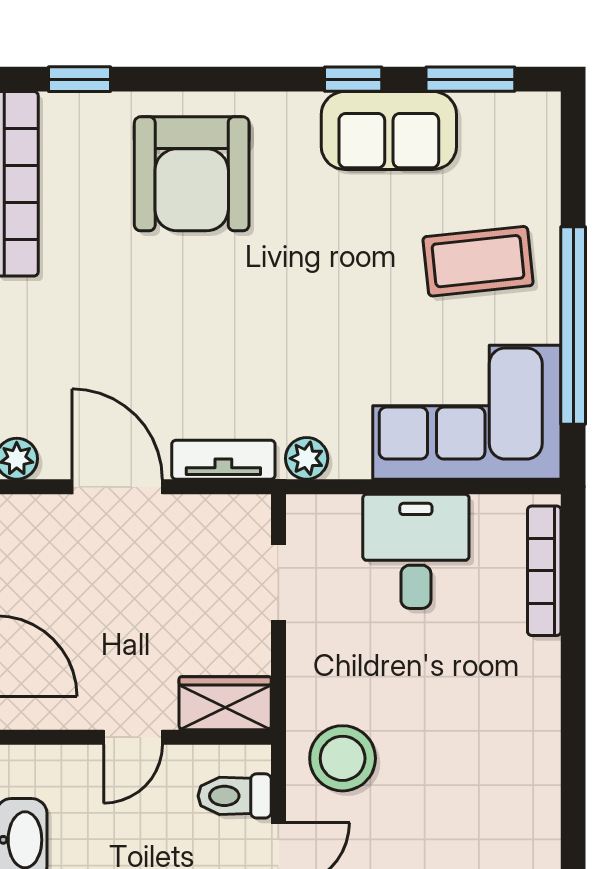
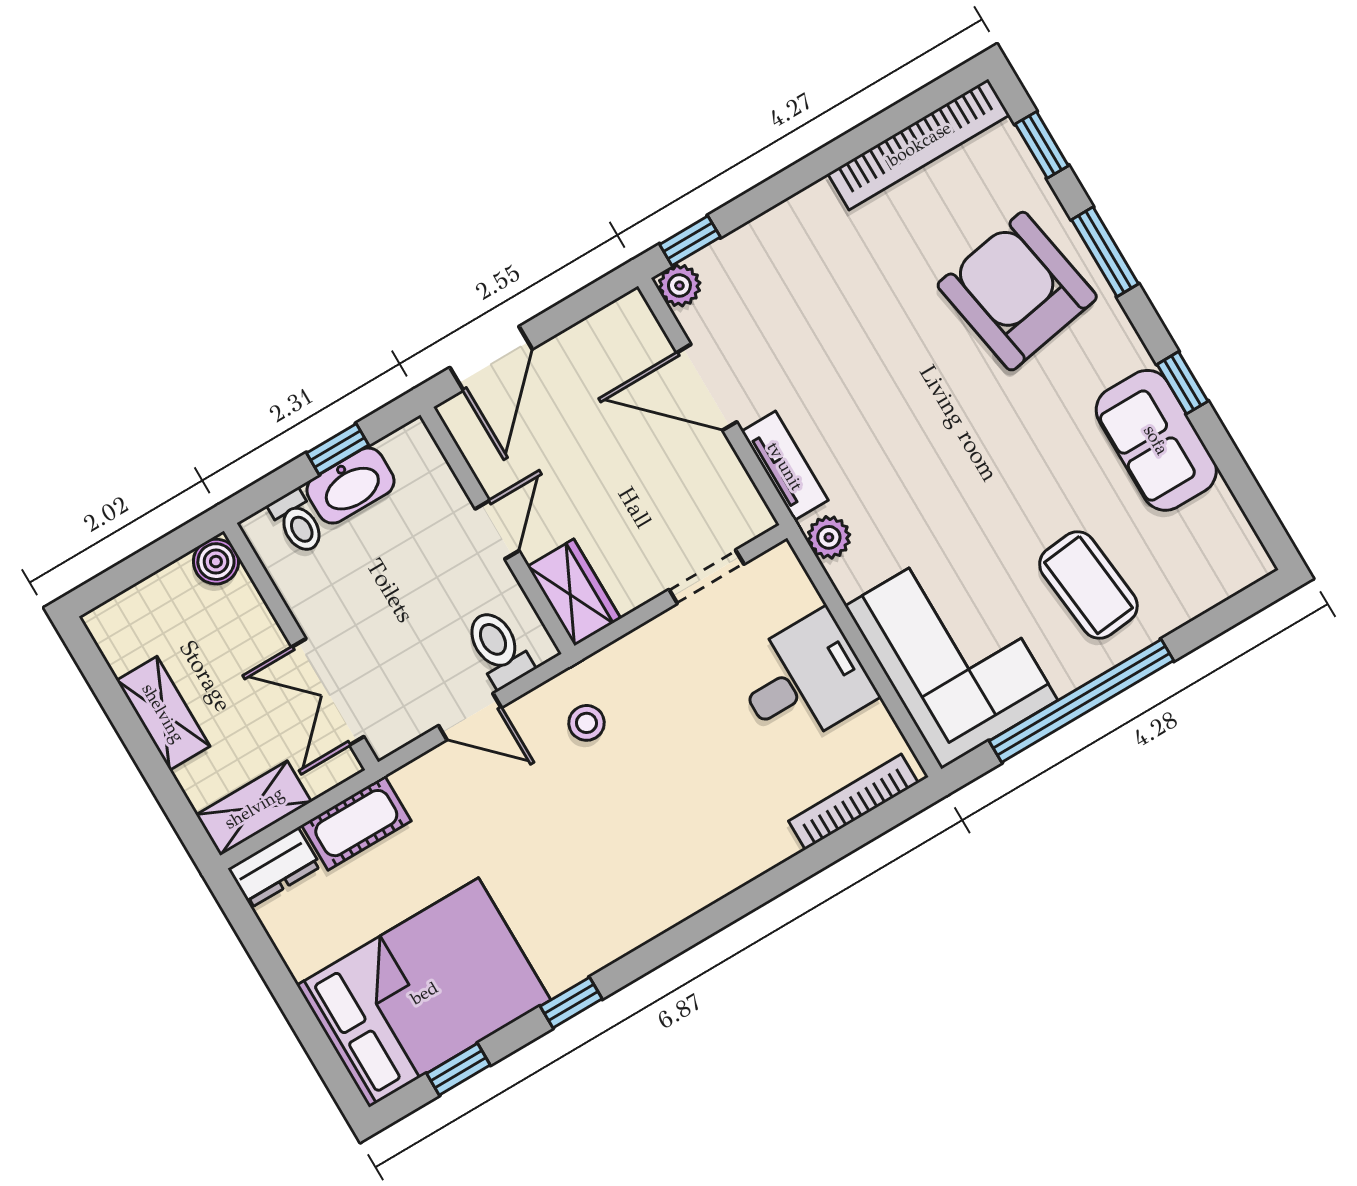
window: (470, 79) -> (1105, 252), moved
armchair: (192, 174) -> (1017, 291), turned 80
door: (117, 487) -> (707, 387), swing flipped
door: (133, 737) -> (497, 530), swing flipped
stool: (343, 758) -> (586, 723), width x0.53, depth x0.53

